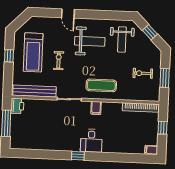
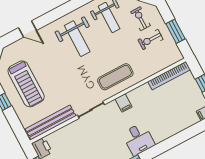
door: (68, 13) -> (28, 29), moved
weight bench: (90, 41) -> (77, 39), turned 90
exercise bike: (59, 61) -> (140, 19), moved

